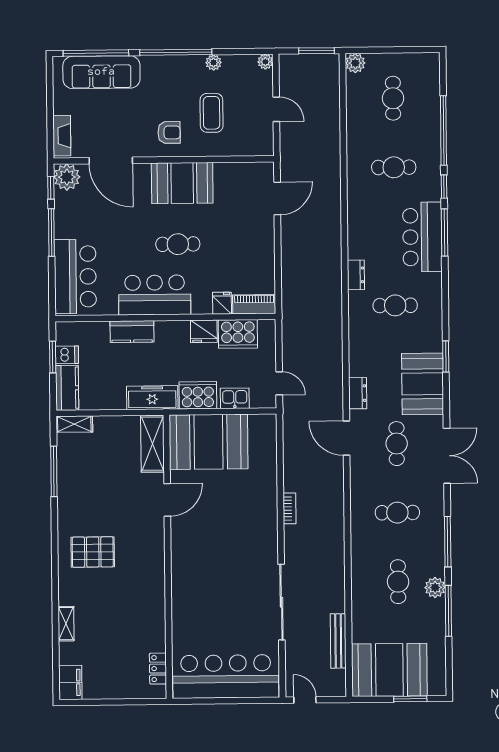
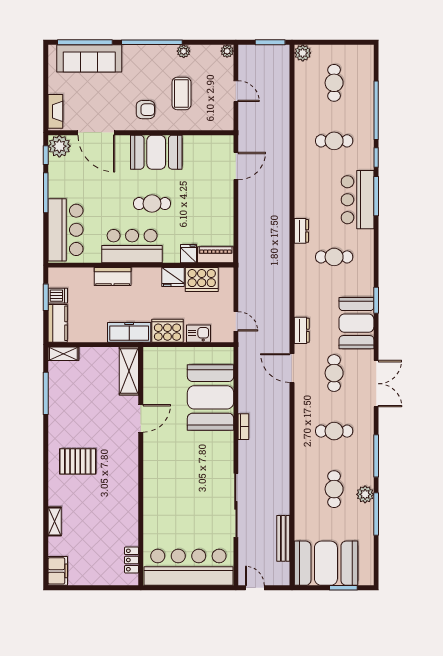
booth: (209, 442) -> (211, 397), moved, turned 90

